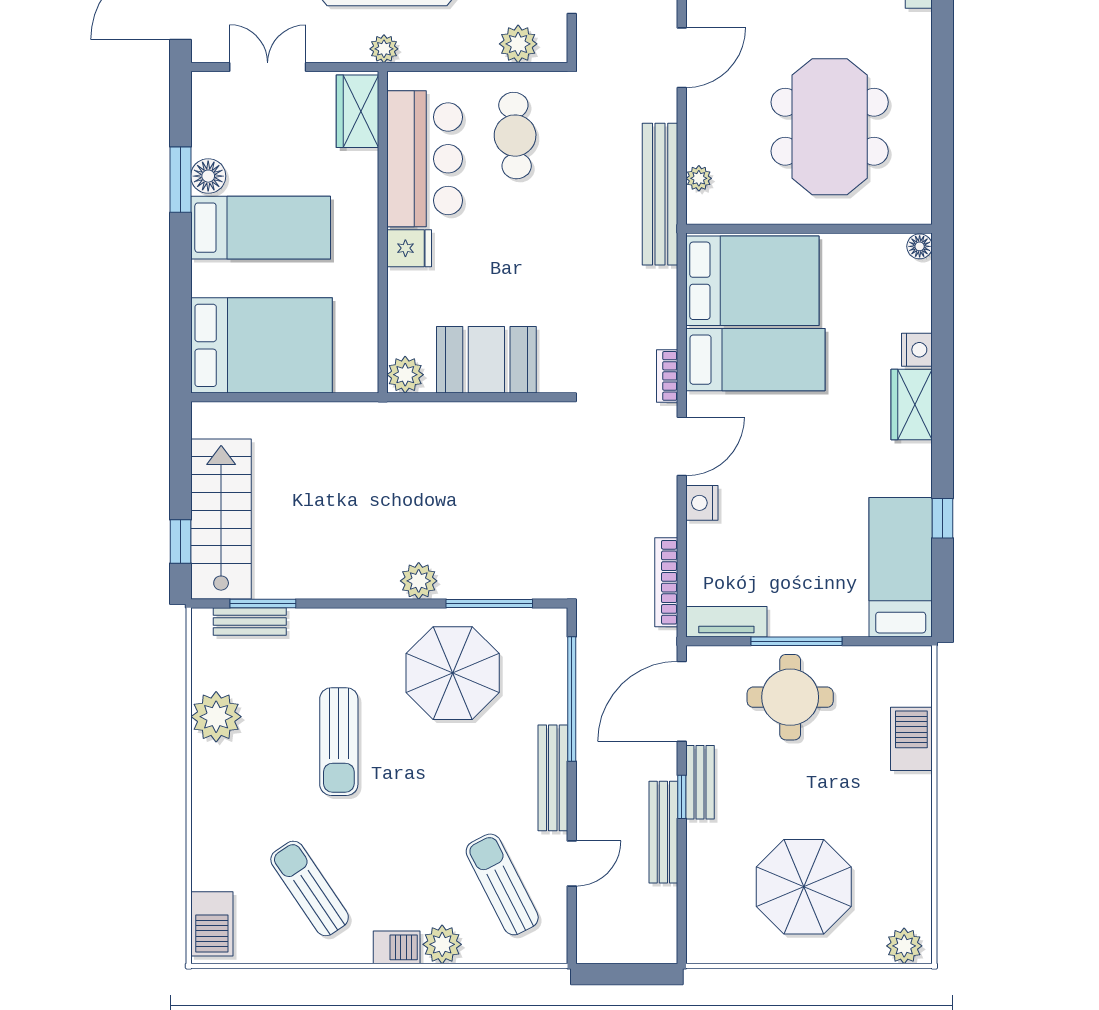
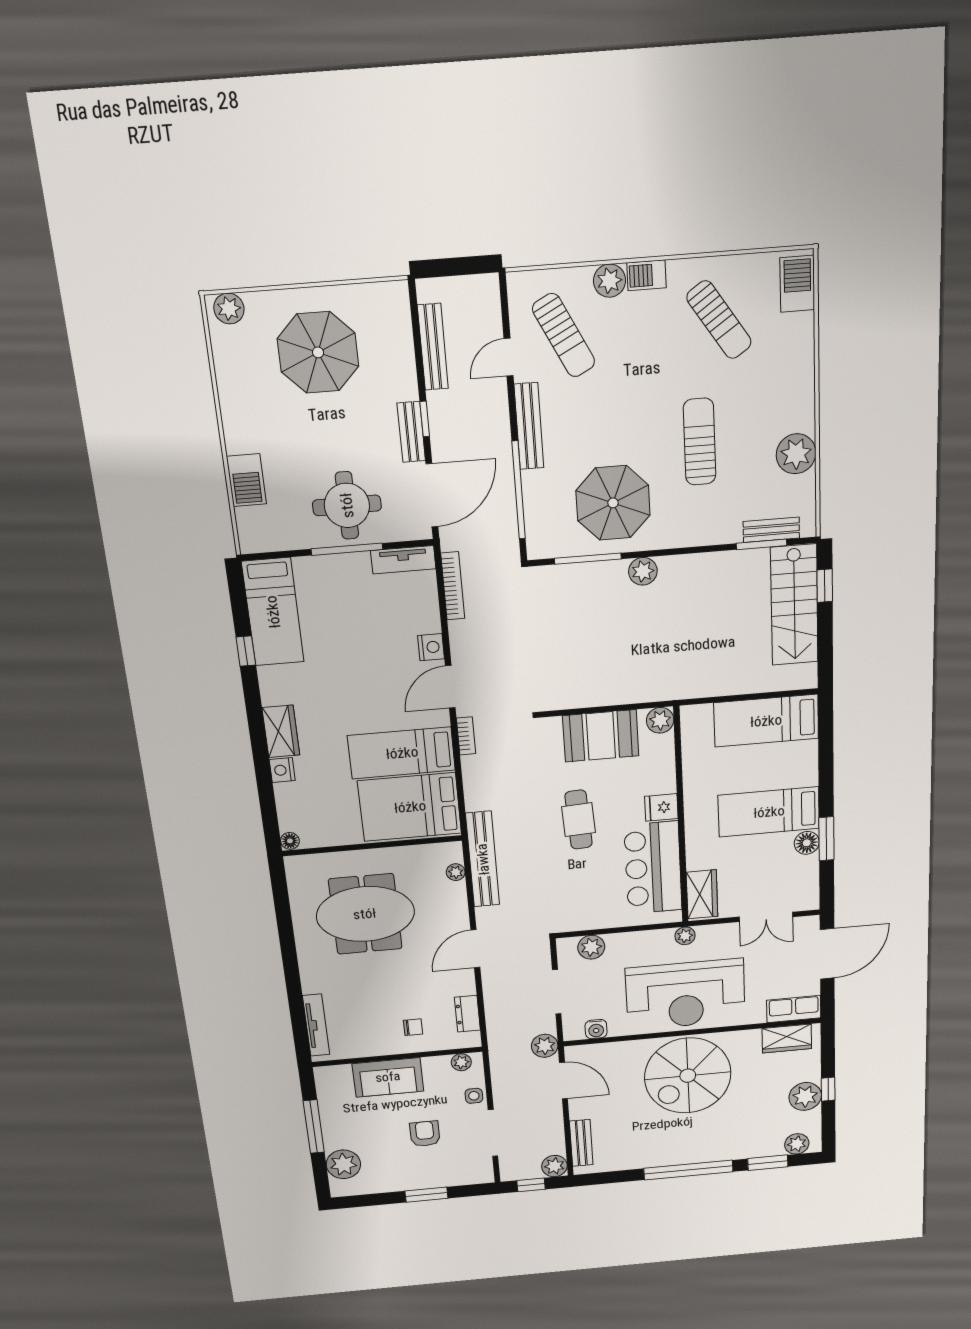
meeting table: (830, 127) -> (365, 914), turned 90
cafe table: (515, 136) -> (579, 820), moved
bed: (261, 345) -> (766, 721), width x0.67
bench: (663, 832) -> (433, 347), moved

